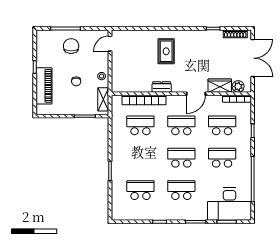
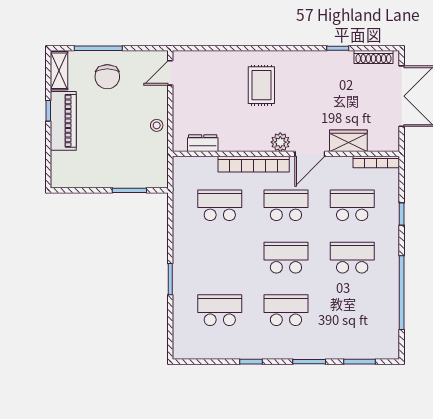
chair: (71, 46) -> (107, 77), turned 180
chair: (76, 81) -> (116, 134), removed
piano: (44, 86) -> (63, 121), moved
plant: (238, 86) -> (280, 142), moved
dresser: (162, 87) -> (203, 143), moved
shelving: (103, 99) -> (59, 71), moved
bookcase: (144, 100) -> (254, 164), moved
desk: (229, 204) -> (364, 333), removed

